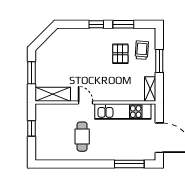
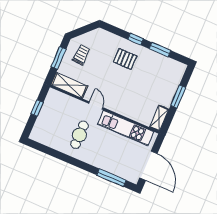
trolley: (142, 50) -> (81, 55), moved
pallet: (120, 54) -> (125, 59), moved, turned 90

